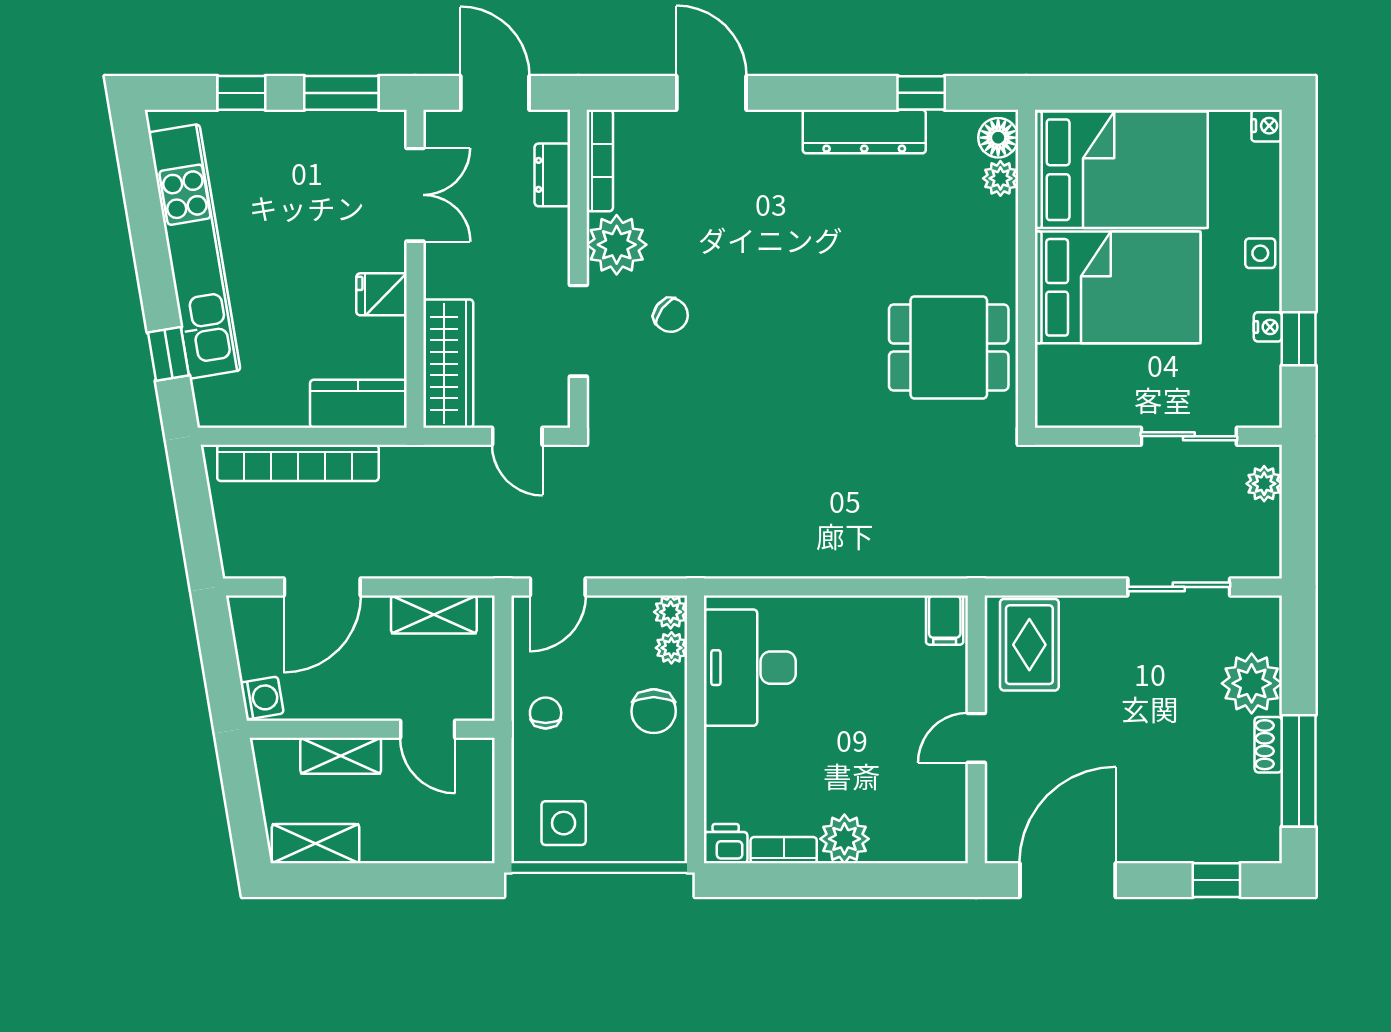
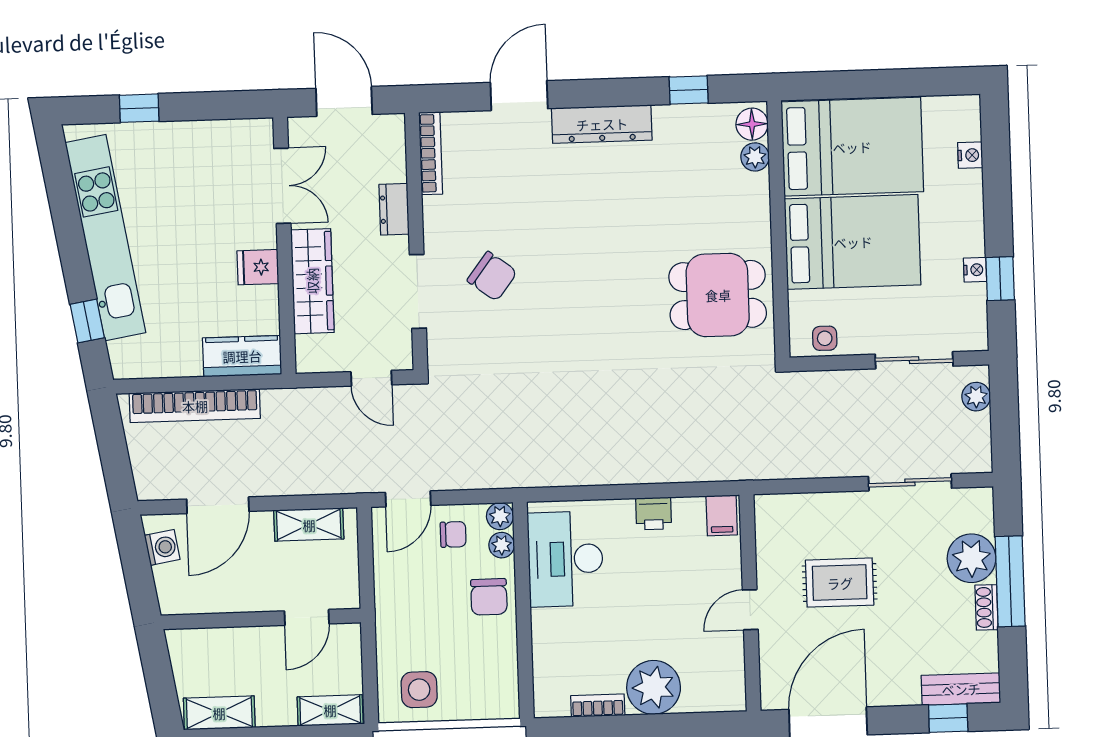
window: (341, 93) -> (220, 105), removed
door: (711, 93) -> (519, 96), hinge flipped
nightstand: (1267, 126) -> (970, 155), moved
dresser: (864, 132) -> (602, 124), moved
dresser: (552, 175) -> (394, 209), moved
plant: (617, 245) -> (447, 221), removed
side table: (1260, 253) -> (825, 338), moved
chair: (671, 315) -> (492, 276), width x1.37, depth x1.37
wardrobe: (448, 364) -> (312, 281), moved
rug: (1029, 645) -> (840, 583), moved, turned 90
washing machine: (262, 698) -> (162, 547), moved
chair: (546, 713) -> (453, 534), moved, turned 90
door: (428, 729) -> (307, 617), hinge flipped
shelving: (341, 756) -> (330, 710), moved
window: (1299, 771) -> (1010, 581), moved
plant: (844, 839) -> (654, 687), width x1.36, depth x1.36
printer: (726, 844) -> (654, 513), moved, turned 180
bench: (1233, 845) -> (961, 689), added

